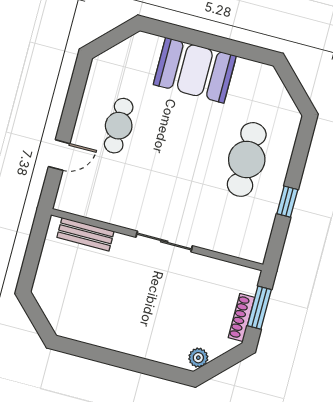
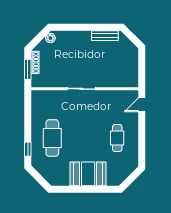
door: (59, 155) -> (142, 105), moved
window: (287, 202) -> (28, 149), moved
bench: (85, 234) -> (105, 36), moved

